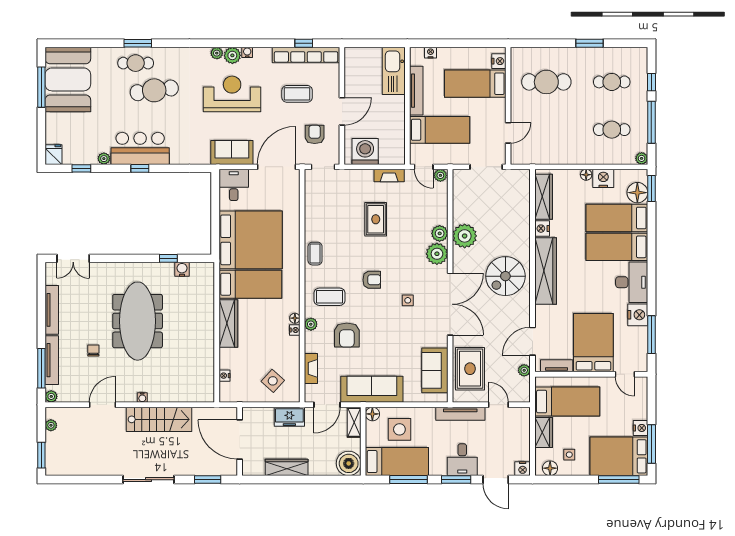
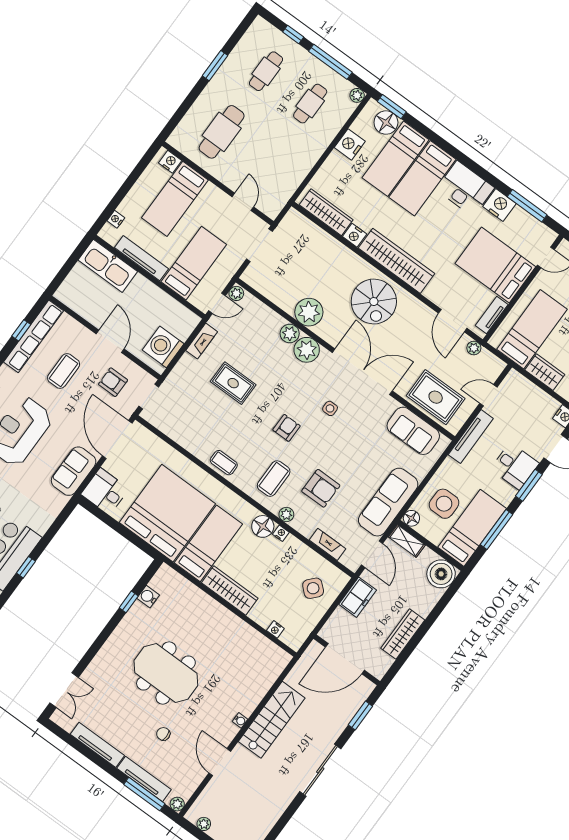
floor lamp: (586, 175) -> (335, 158), removed
floor lamp: (295, 318) -> (263, 526), width x1.89, depth x1.89
meeting table: (138, 321) -> (166, 673), width x0.73

